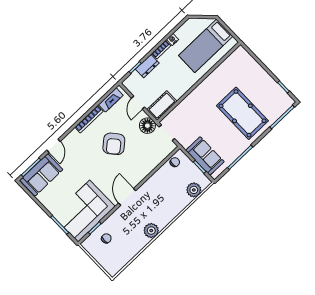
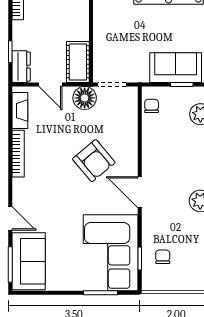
dresser: (147, 66) -> (21, 67), moved
armchair: (114, 144) -> (94, 161), moved

